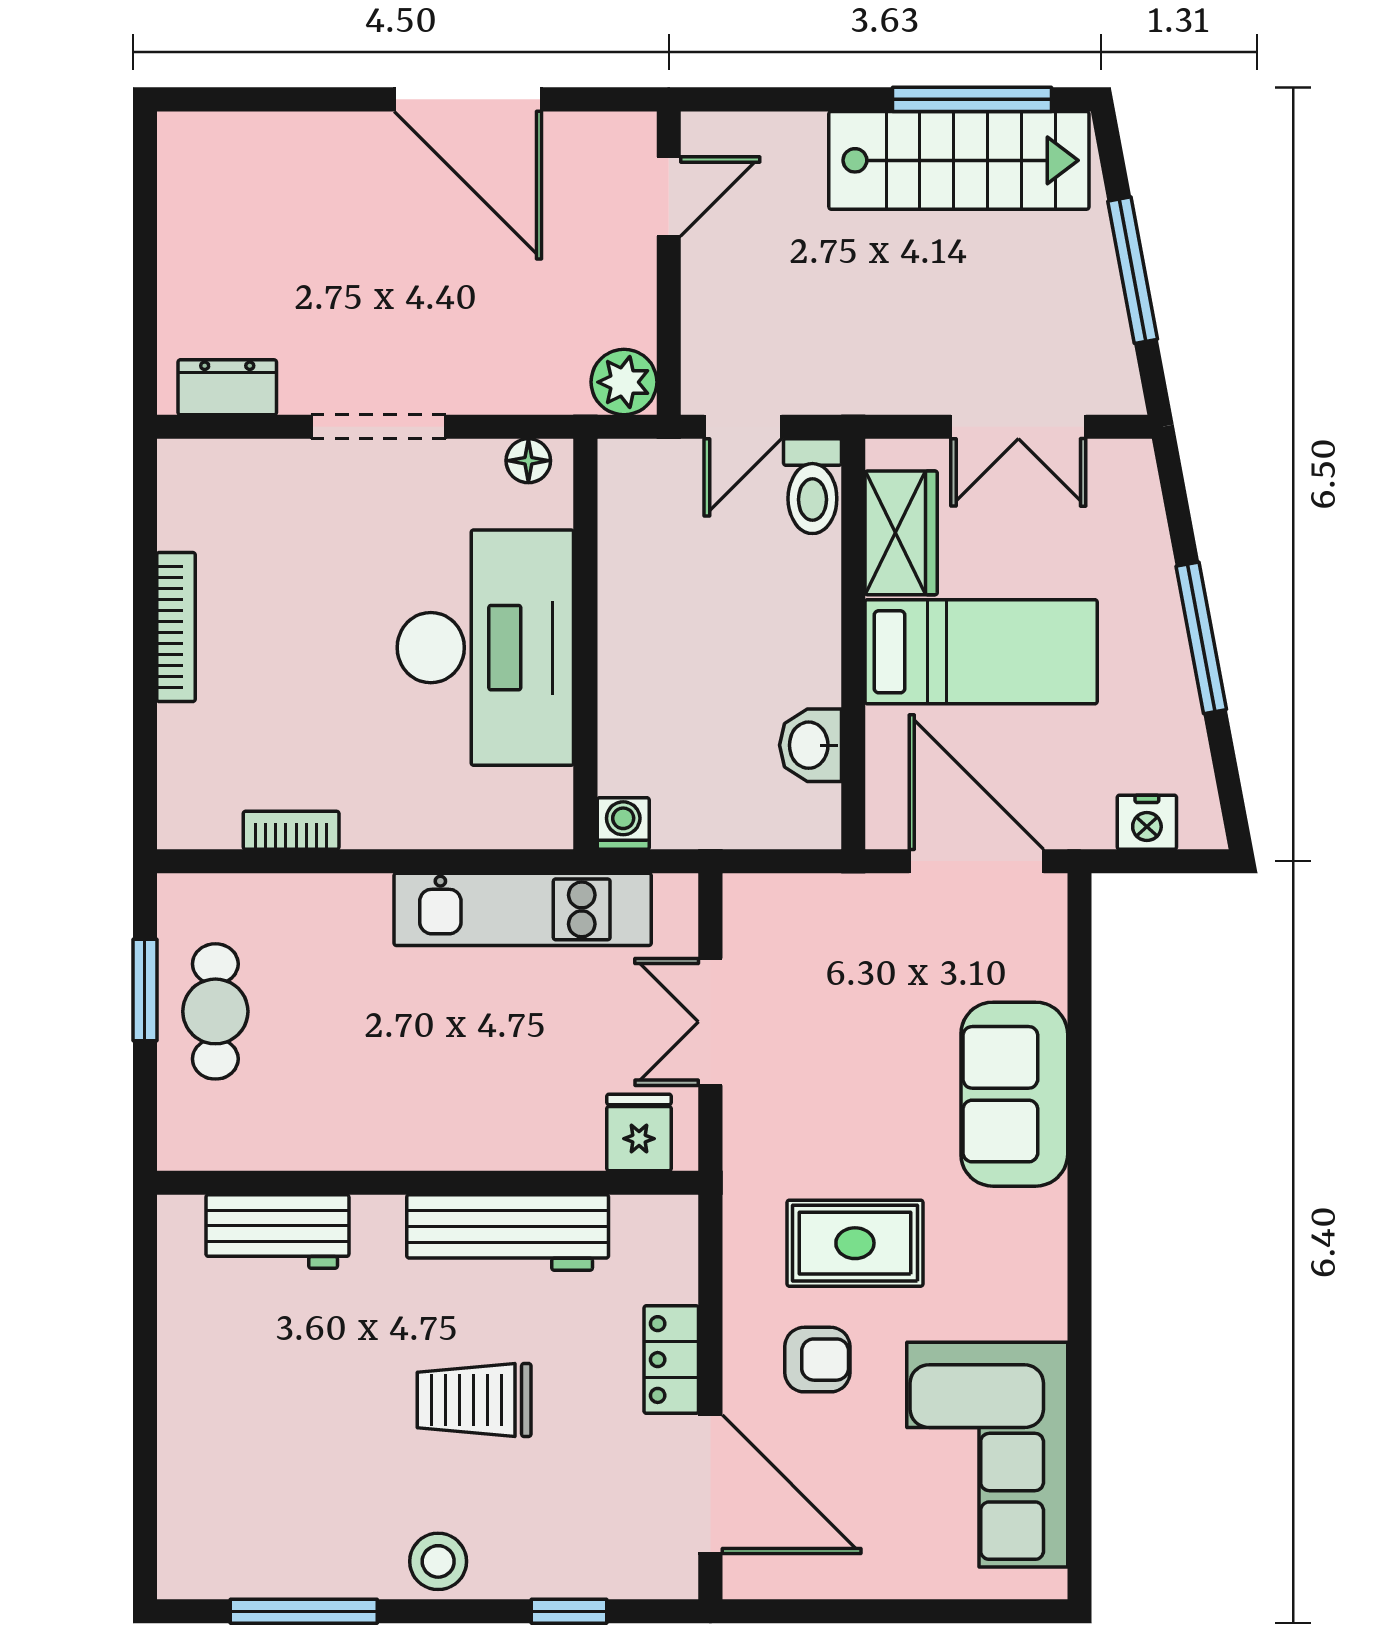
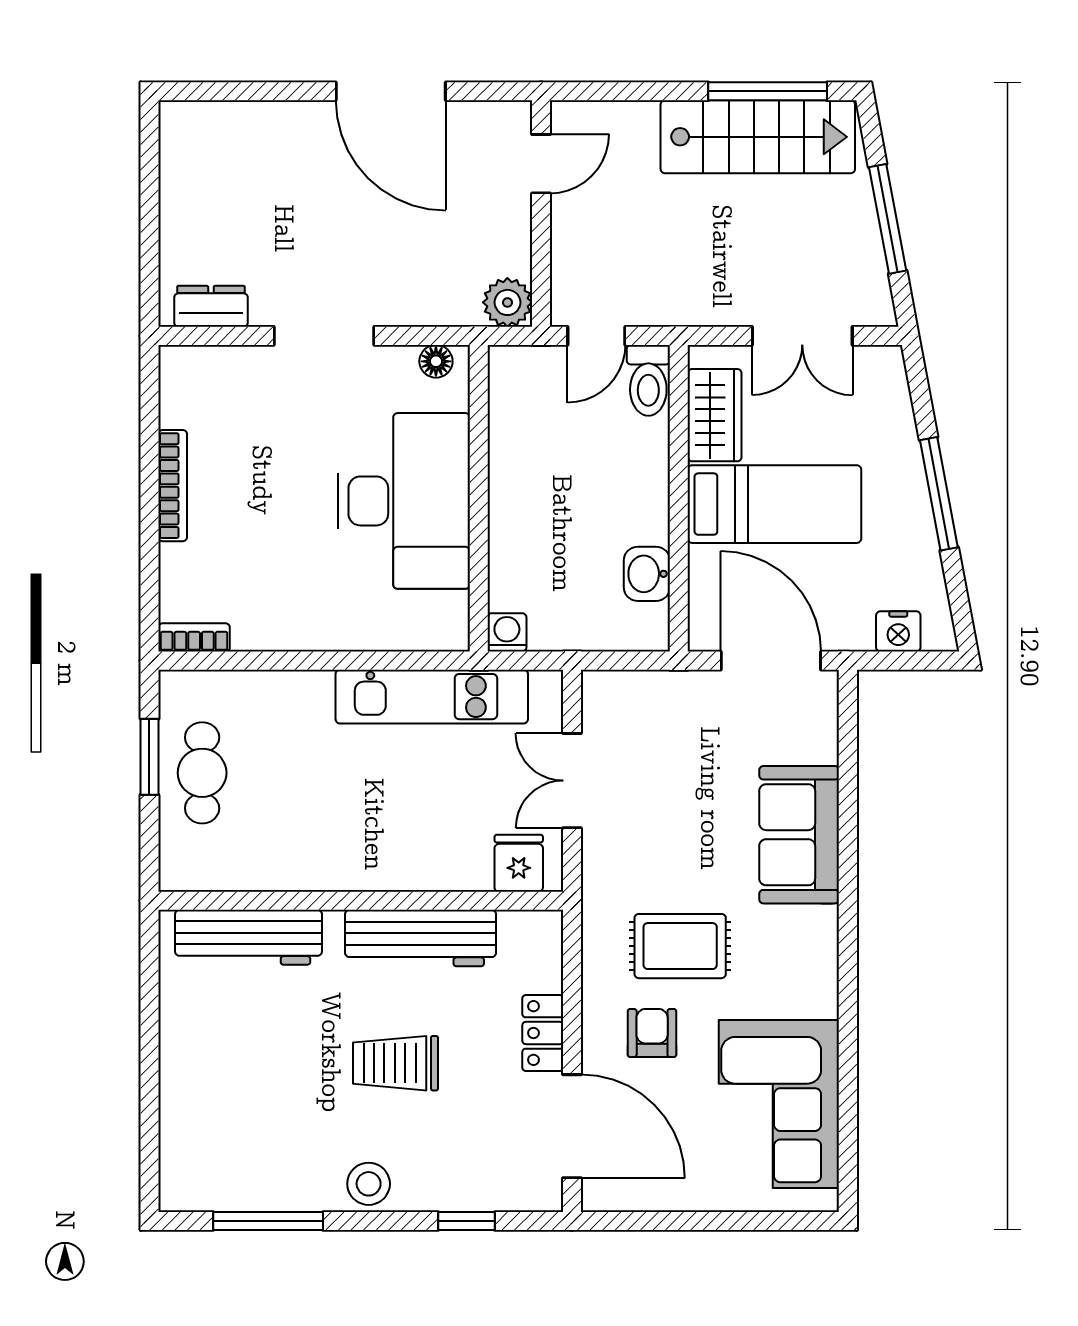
bookcase: (291, 830) -> (194, 637), moved
workbench: (277, 1231) -> (249, 937), width x1.38
armchair: (817, 1360) -> (652, 1033), turned -90

